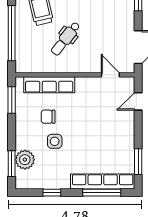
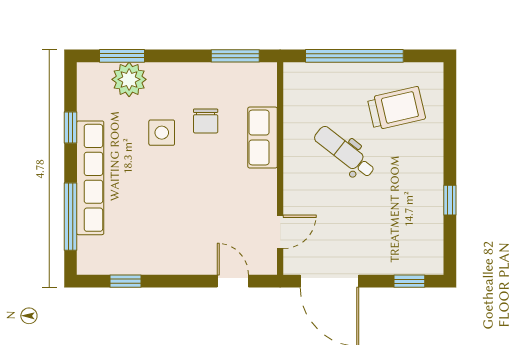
row of seats: (49, 85) -> (263, 138), width x0.68
chair: (48, 117) -> (206, 121), turned 180
window: (138, 162) -> (126, 281), width x0.67
row of seats: (103, 181) -> (90, 178), moved

